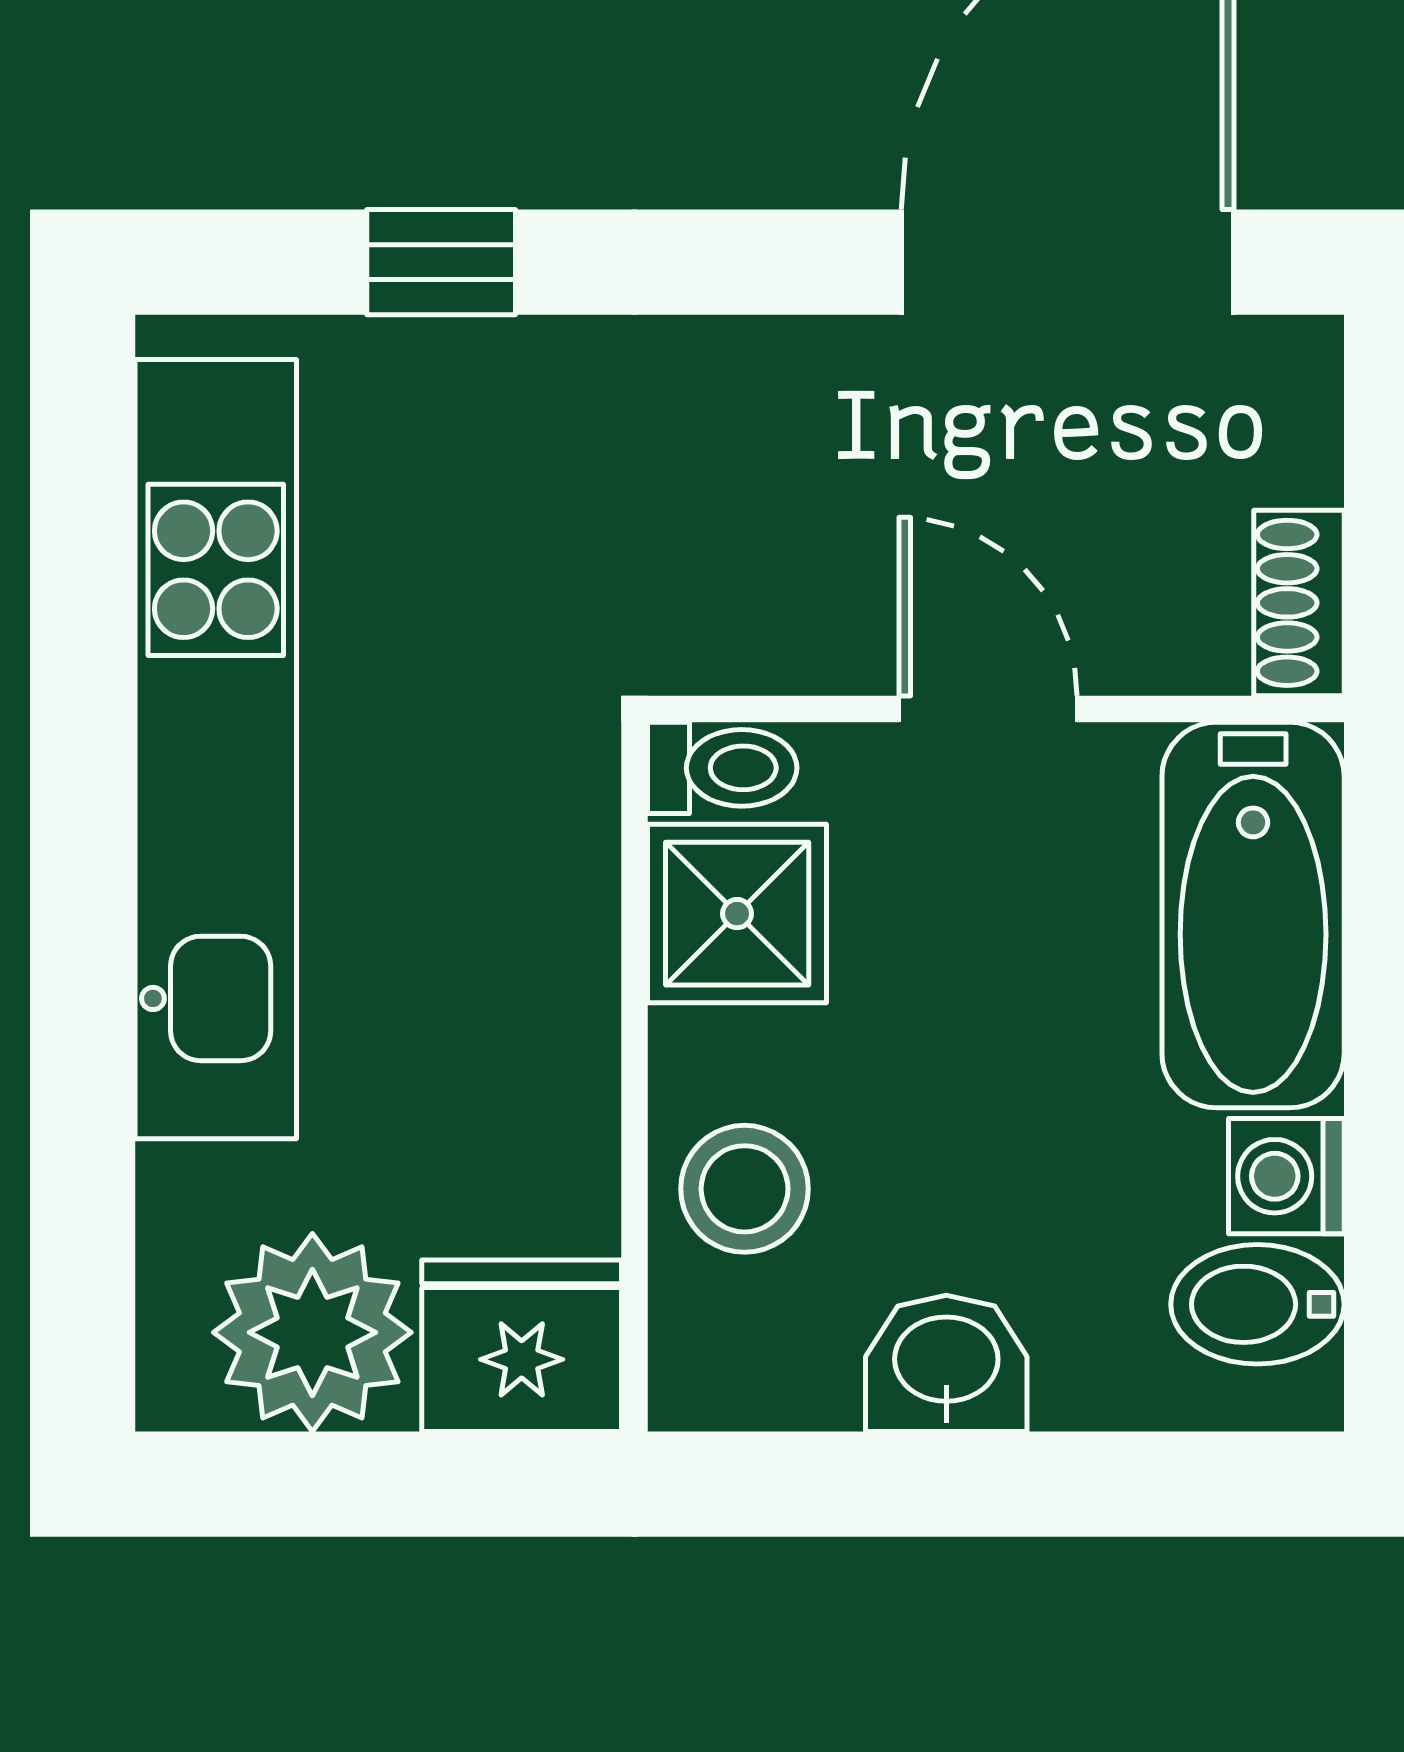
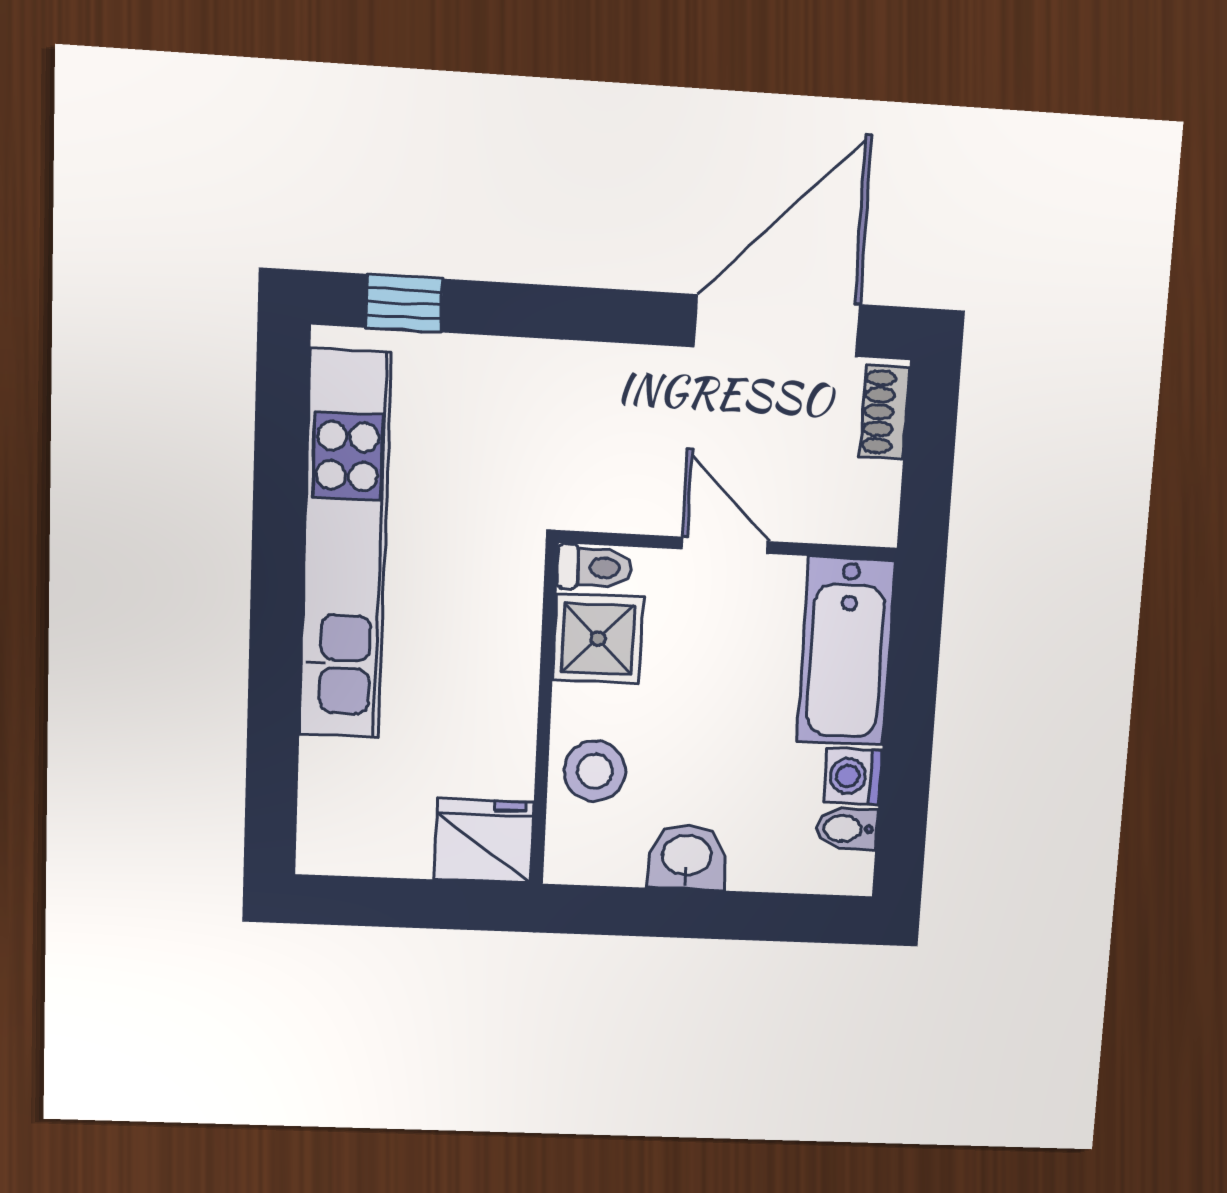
window: (441, 262) -> (404, 303), moved
shoe rack: (1299, 603) -> (885, 412), moved
bidet: (1257, 1304) -> (847, 828), width x0.72, depth x0.74
plant: (312, 1332) -> (383, 830), removed

